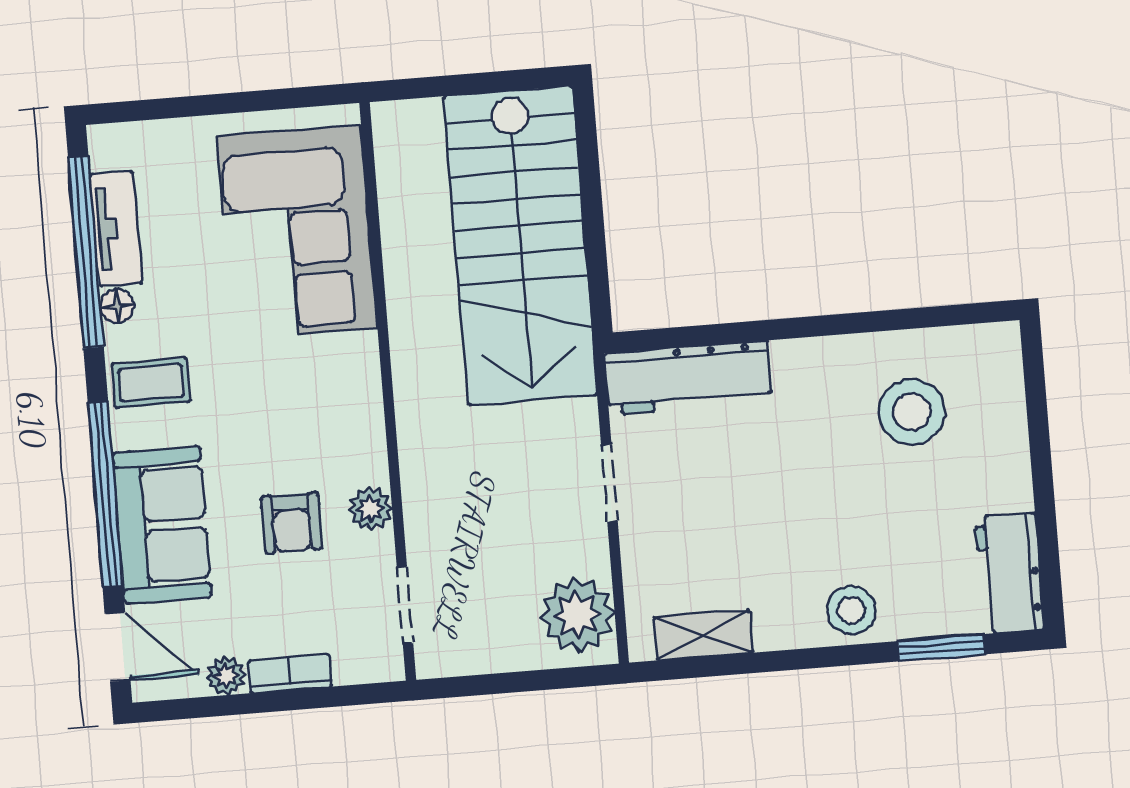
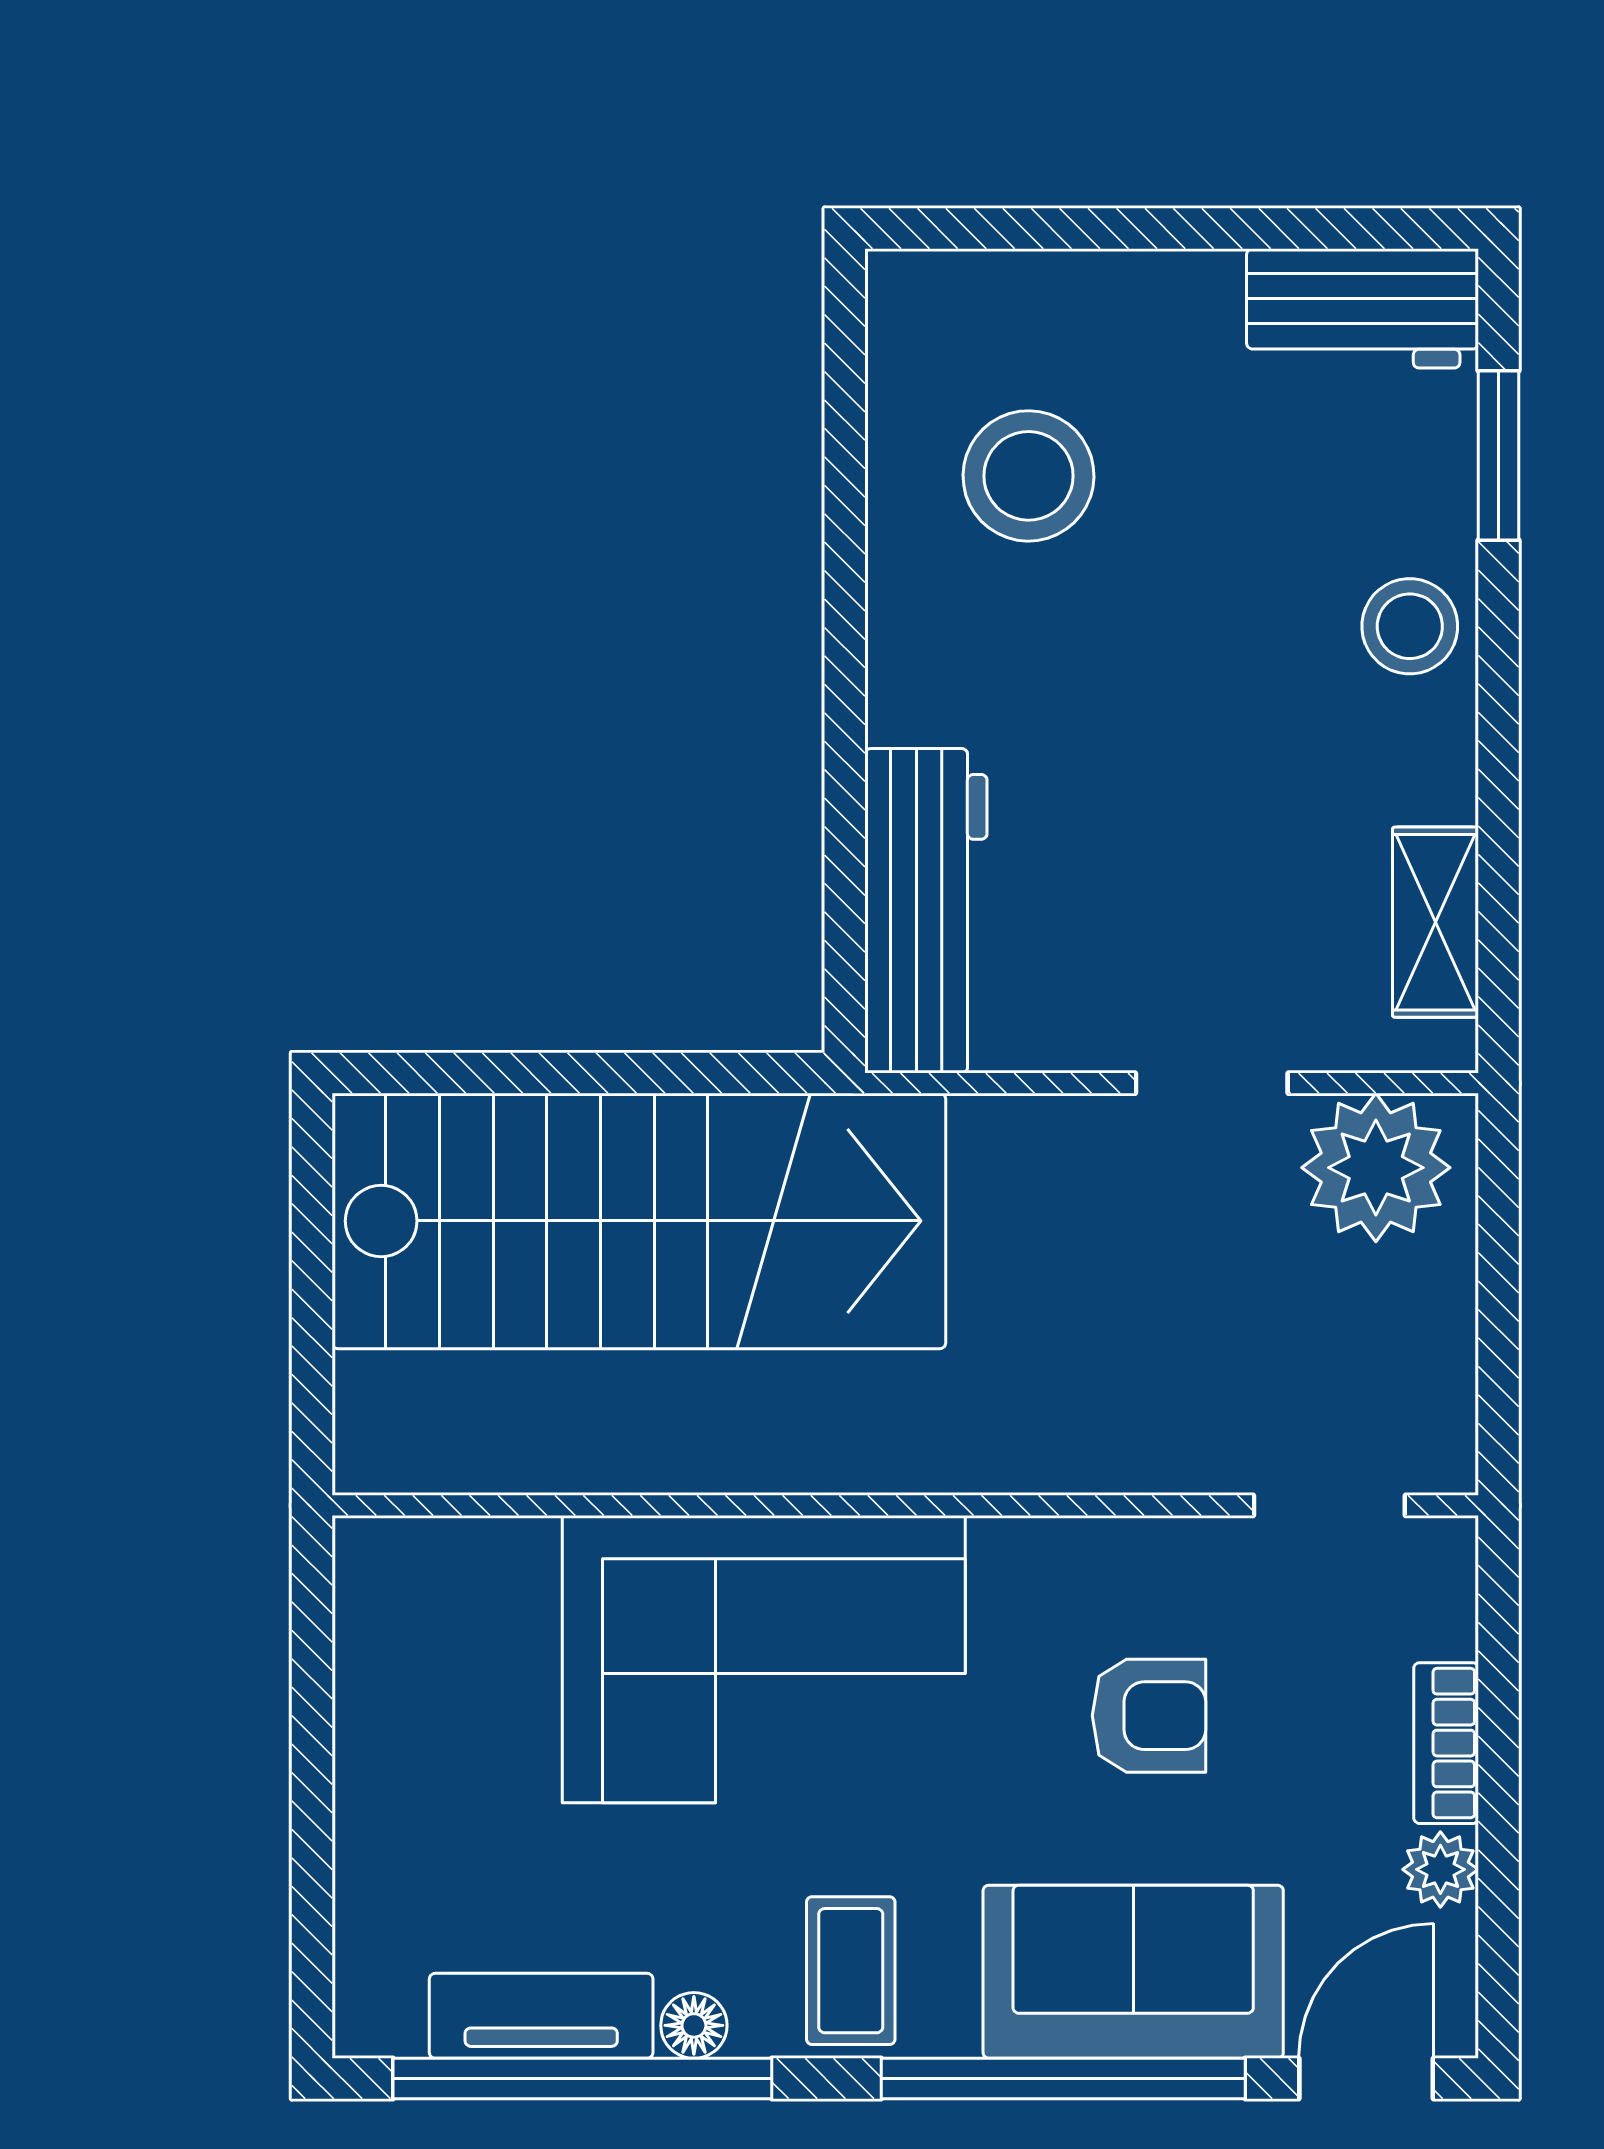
corner sofa: (297, 232) -> (764, 1659), moved
doorway: (609, 483) -> (1212, 1083), moved
plant: (371, 509) -> (1134, 1558), removed

